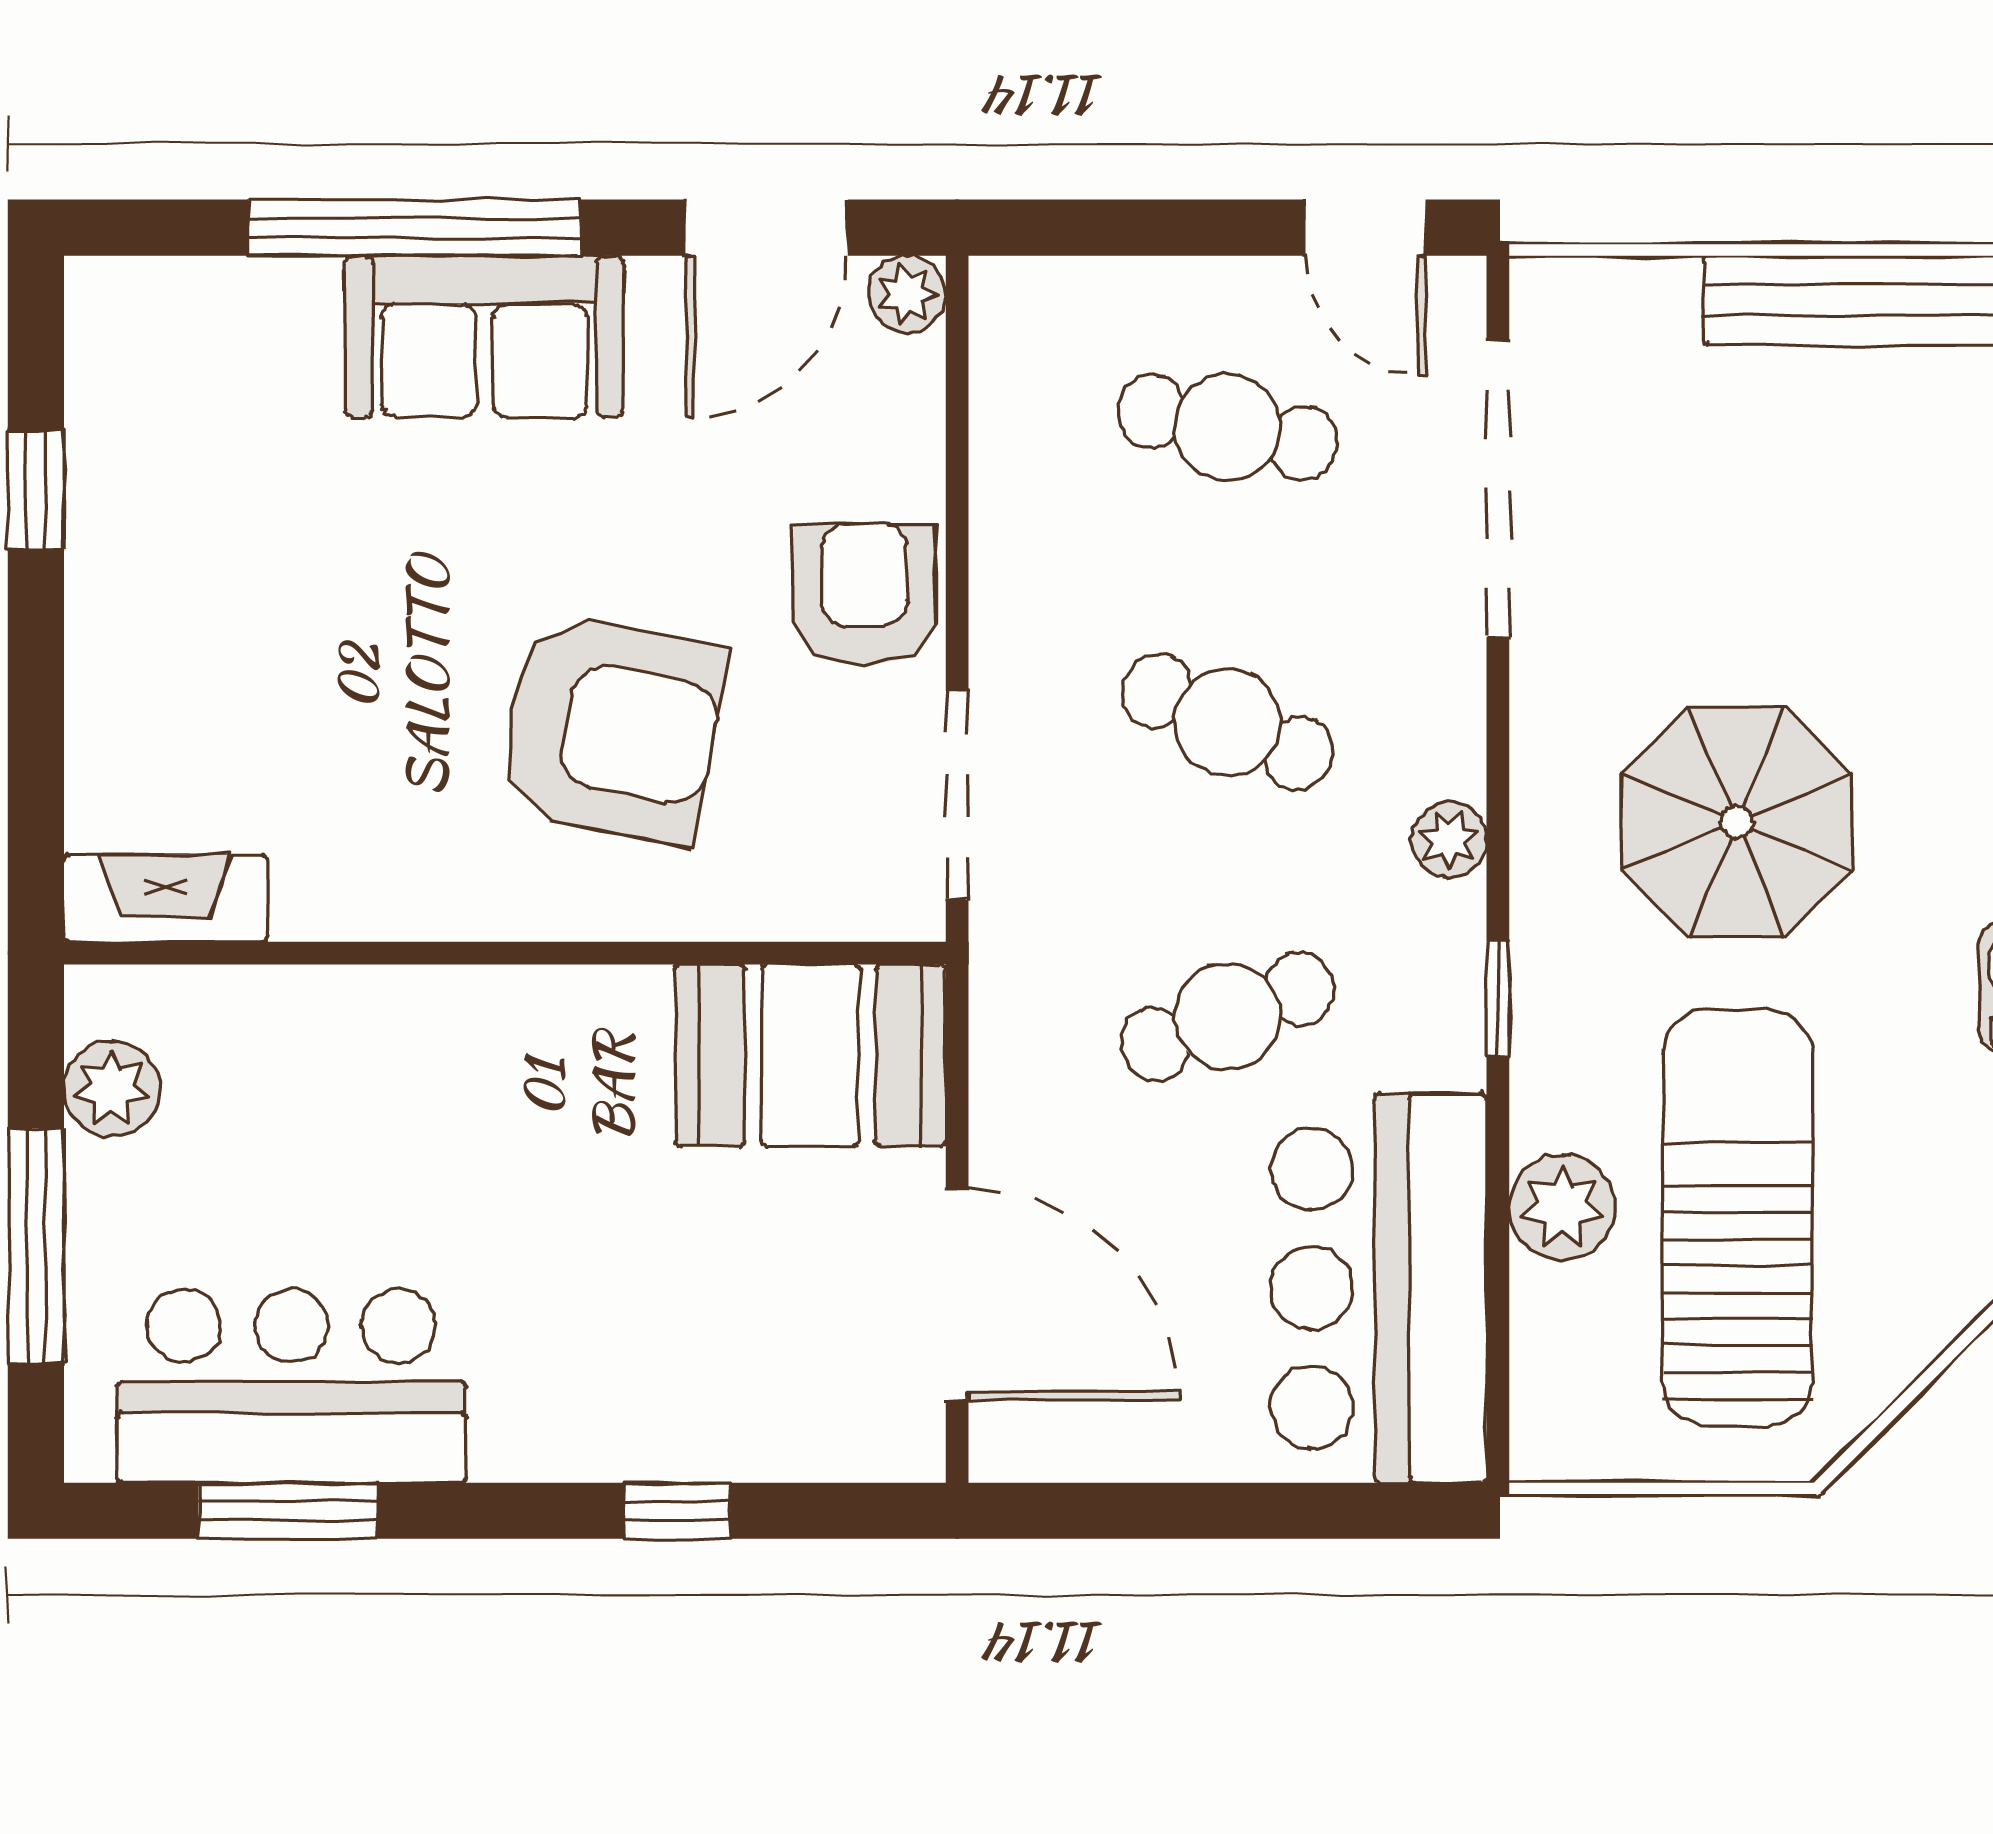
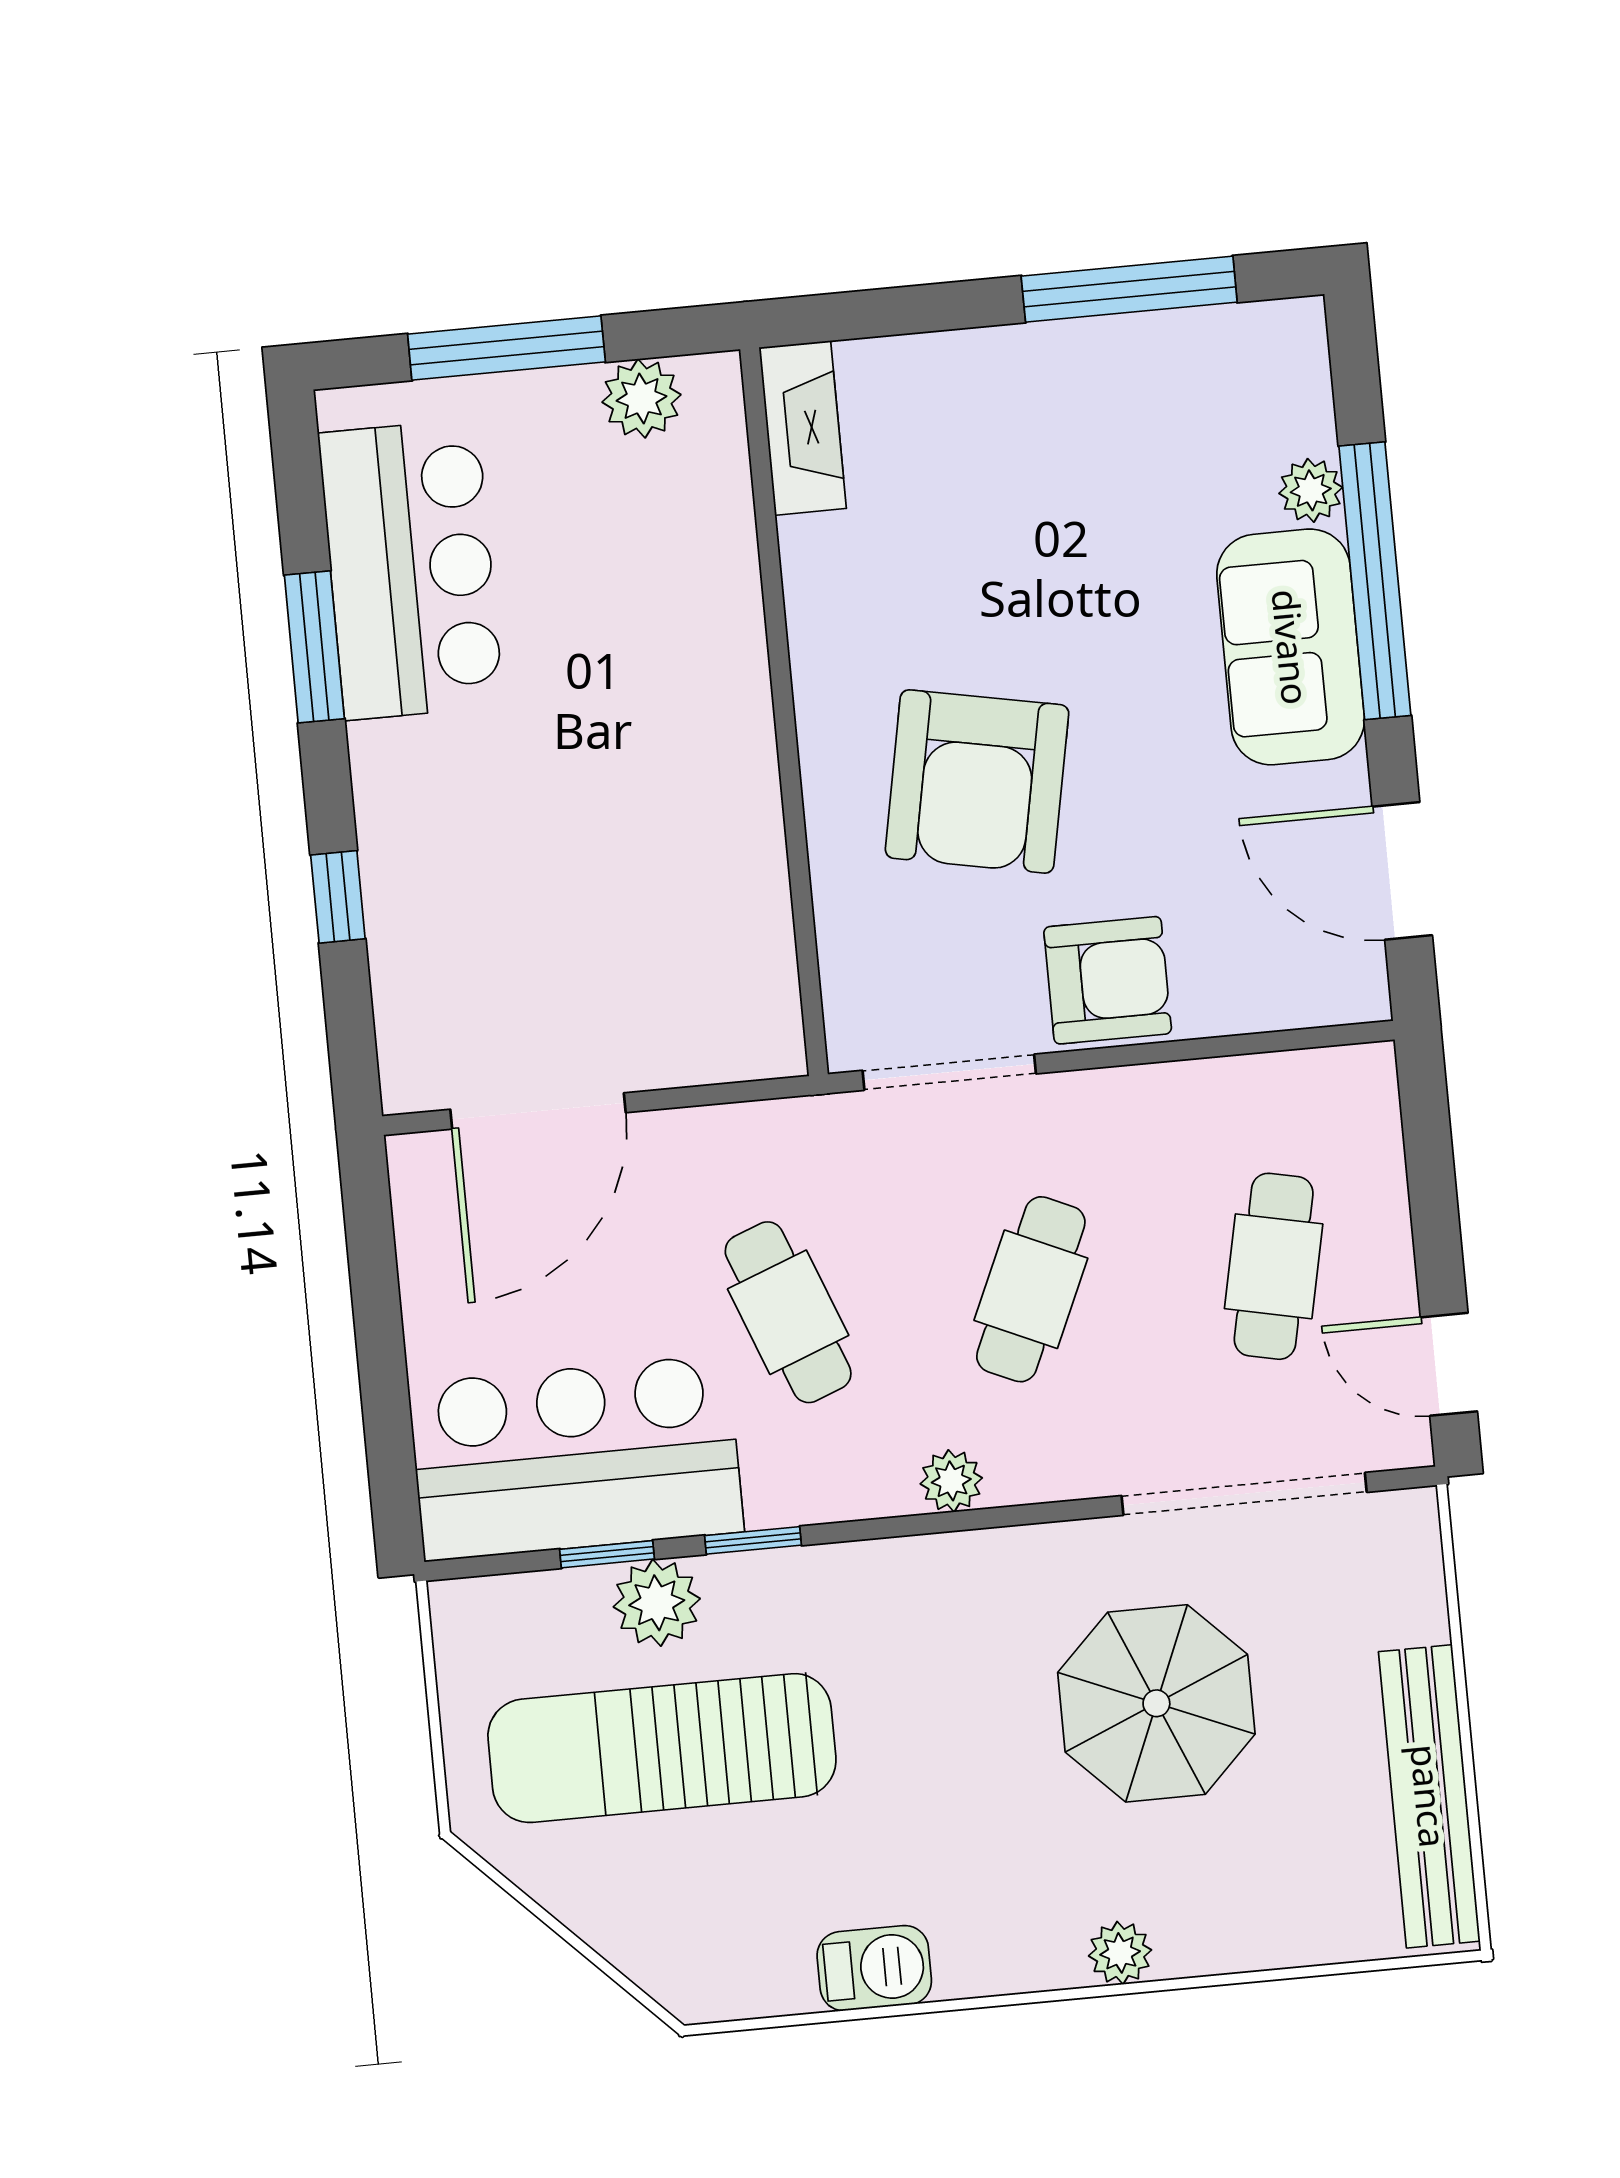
door: (1365, 228) -> (1449, 1364), hinge flipped
plant: (907, 294) -> (1311, 490), moved
window: (36, 490) -> (1129, 289), width x2.17
parasol: (1736, 822) -> (1156, 1703), moved
window: (1498, 998) -> (753, 1540), moved
booth: (810, 1055) -> (724, 971), removed
sun lounger: (1737, 1218) -> (662, 1748), turned 180
window: (1498, 1262) -> (607, 1554), added
window: (288, 1511) -> (314, 647), moved

